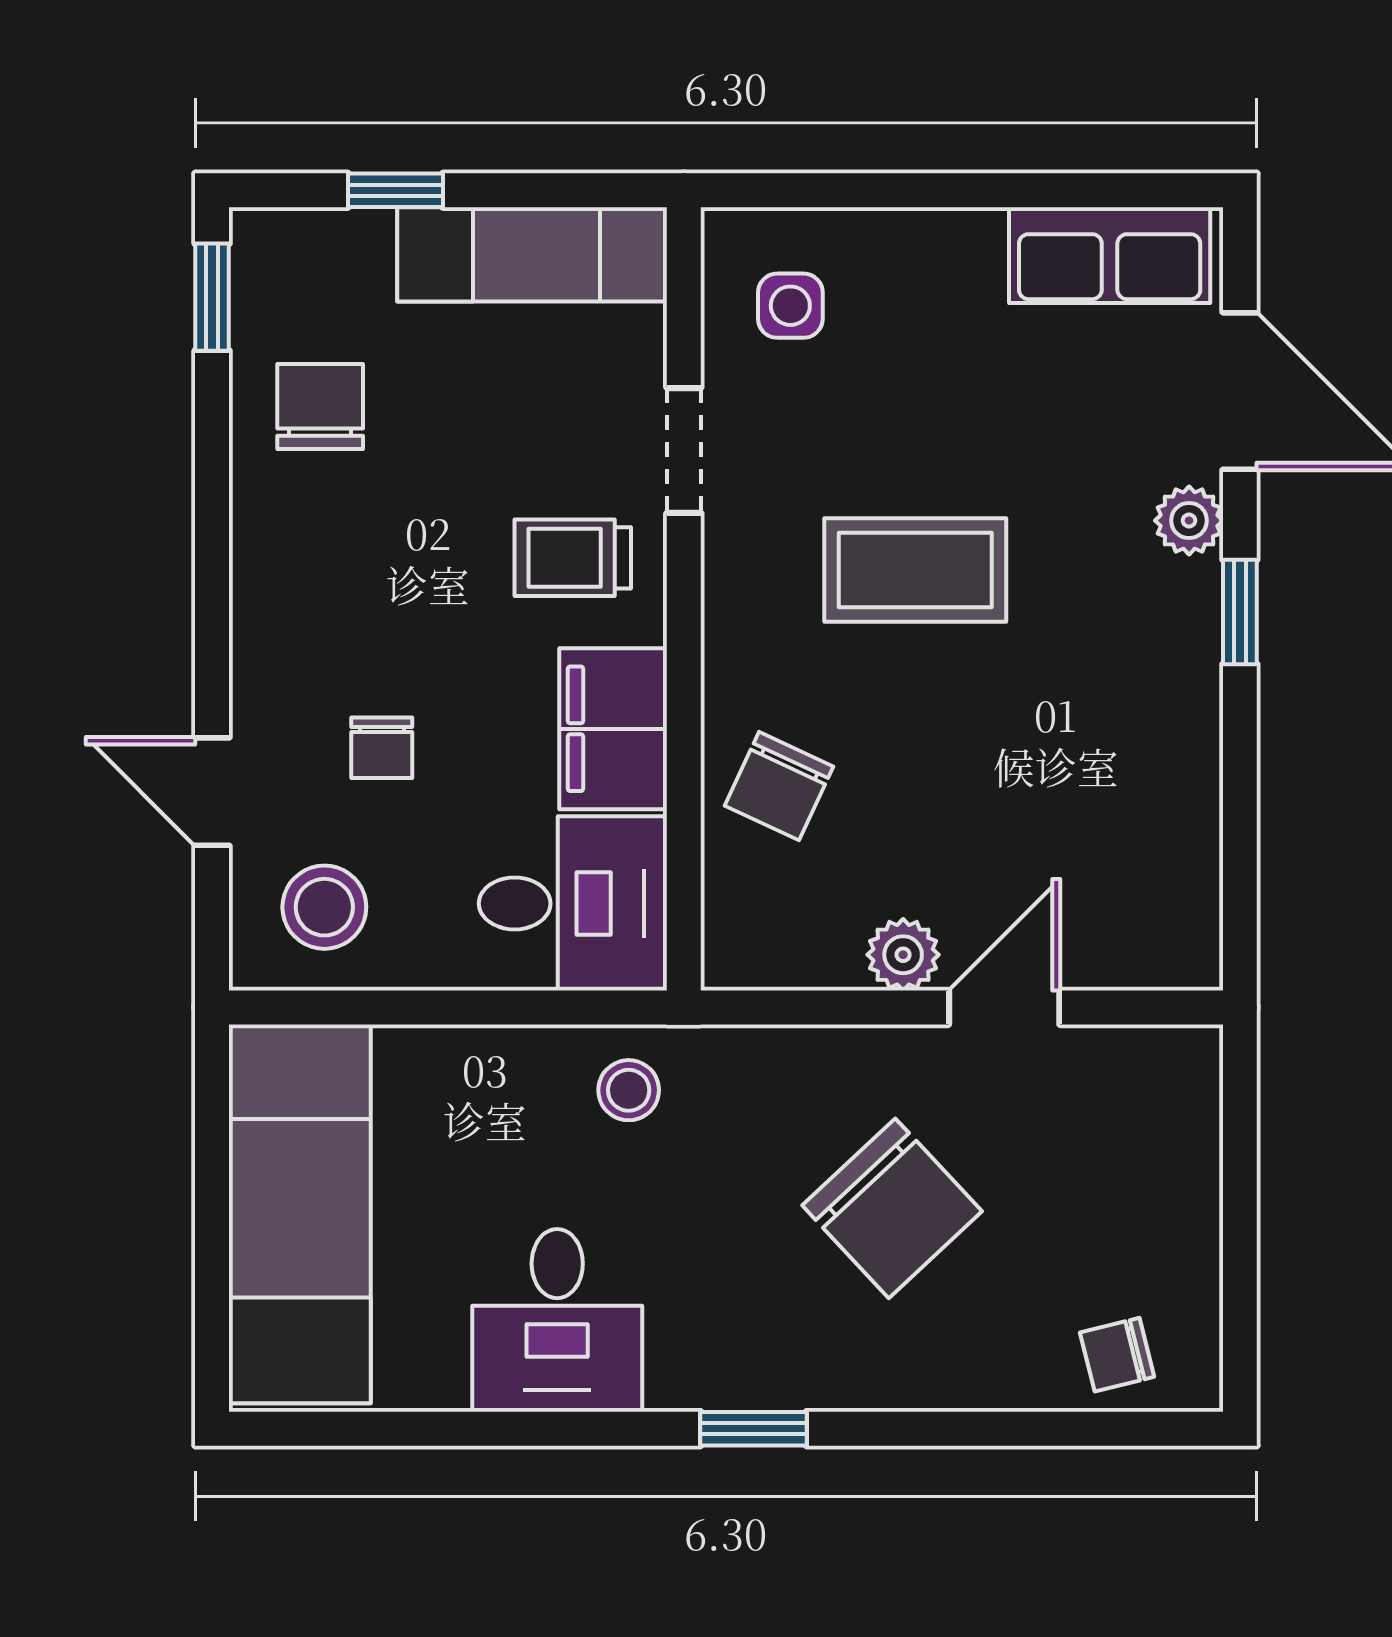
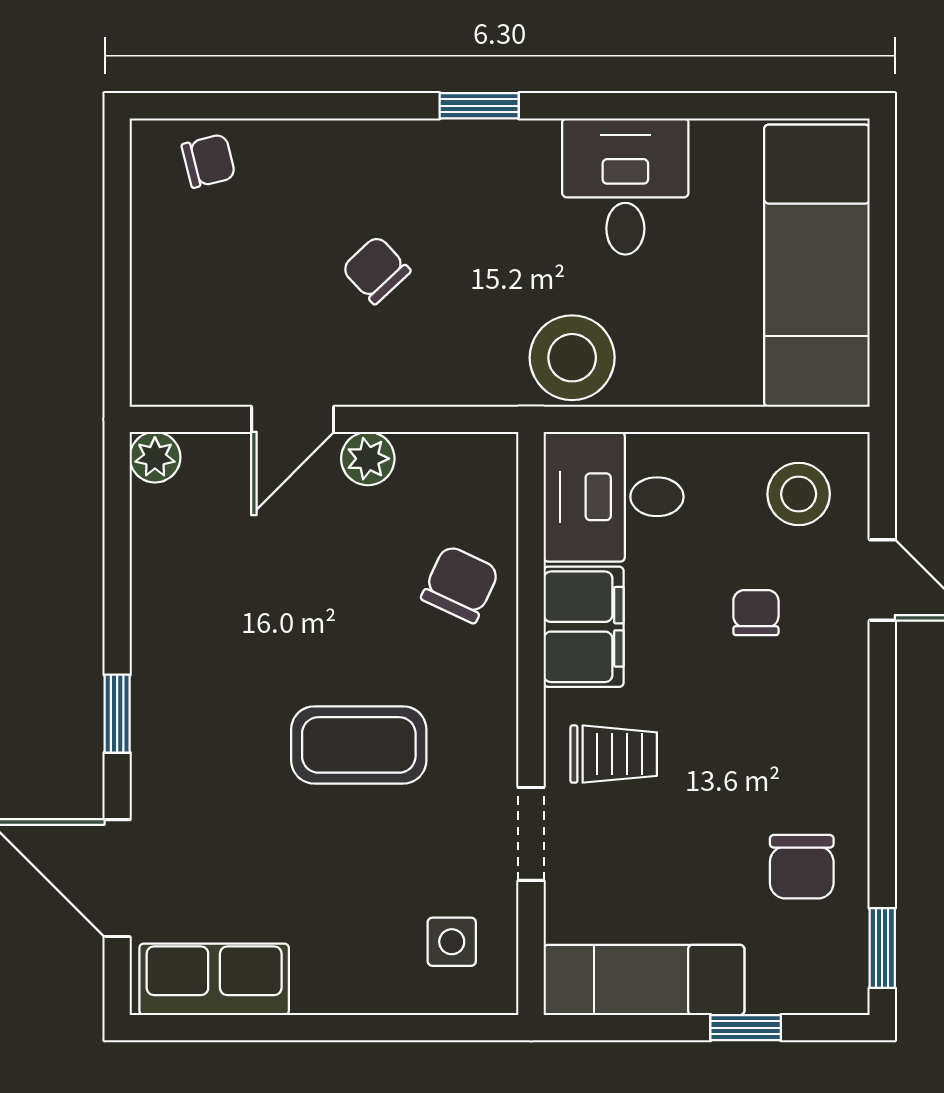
plant: (1189, 521) -> (155, 457), moved
stool: (629, 1090) -> (572, 358), width x1.89, depth x1.89
chair: (892, 1208) -> (376, 270), width x0.54, depth x0.54

